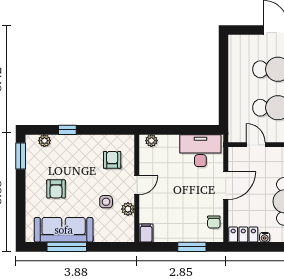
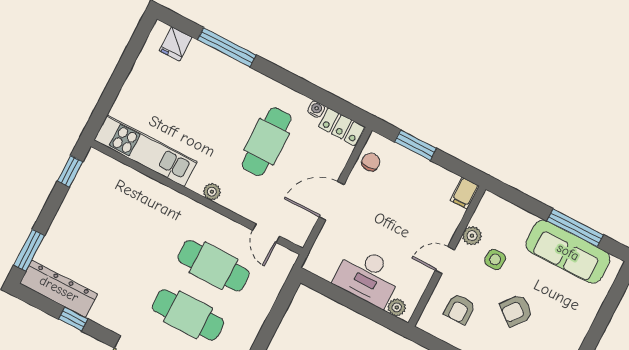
desk: (200, 151) -> (368, 276), moved
armchair: (56, 189) -> (516, 310), moved, turned -141

